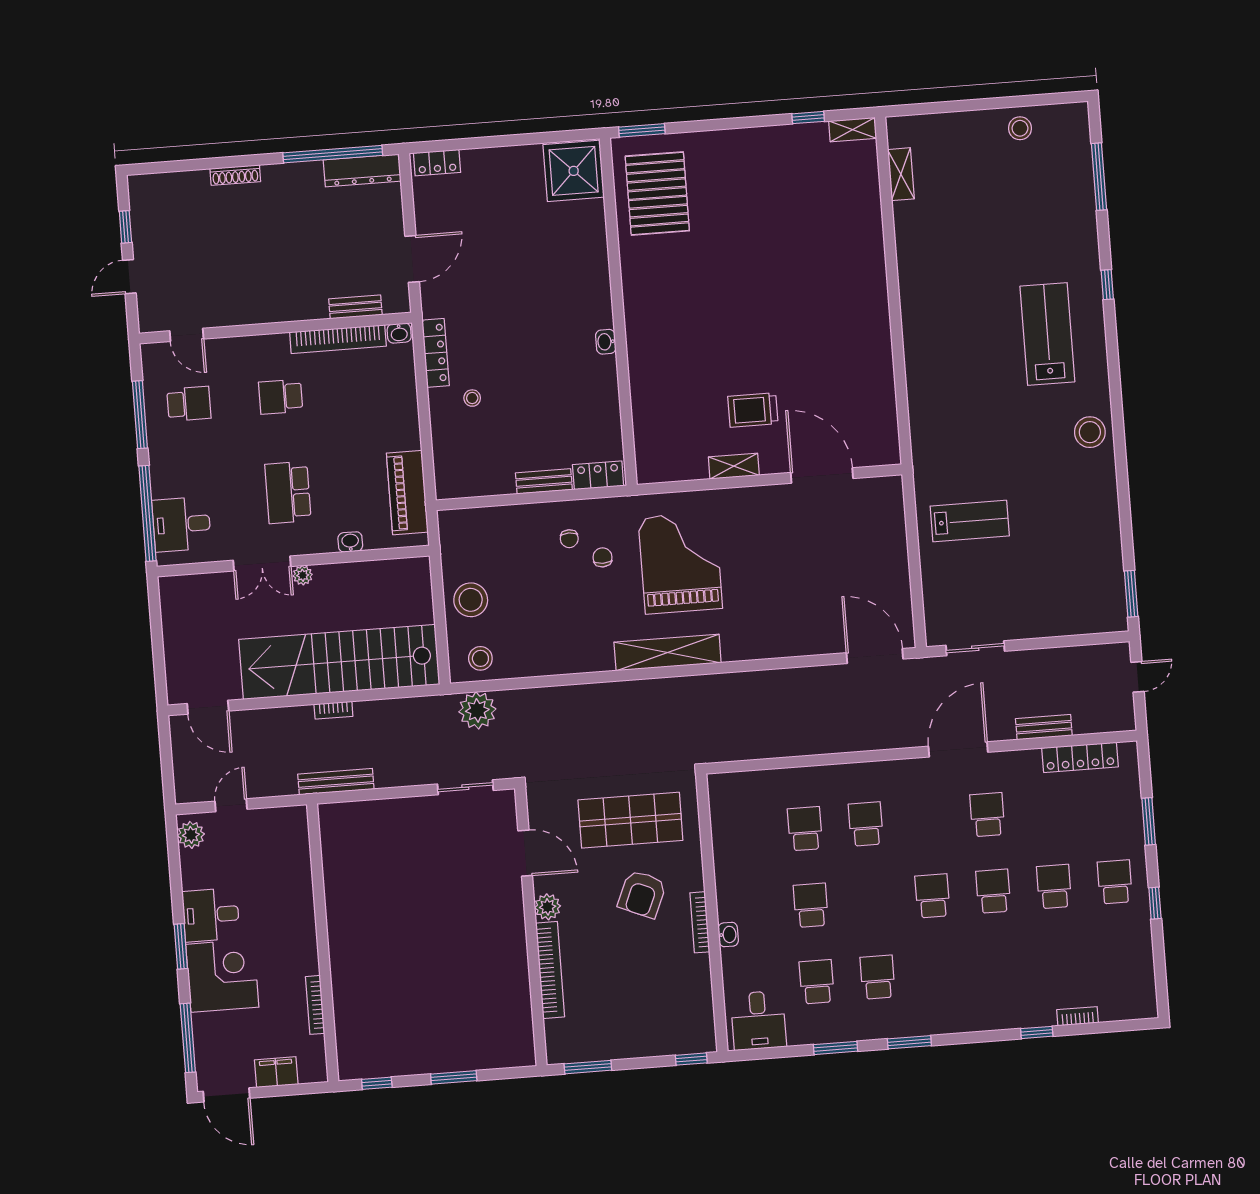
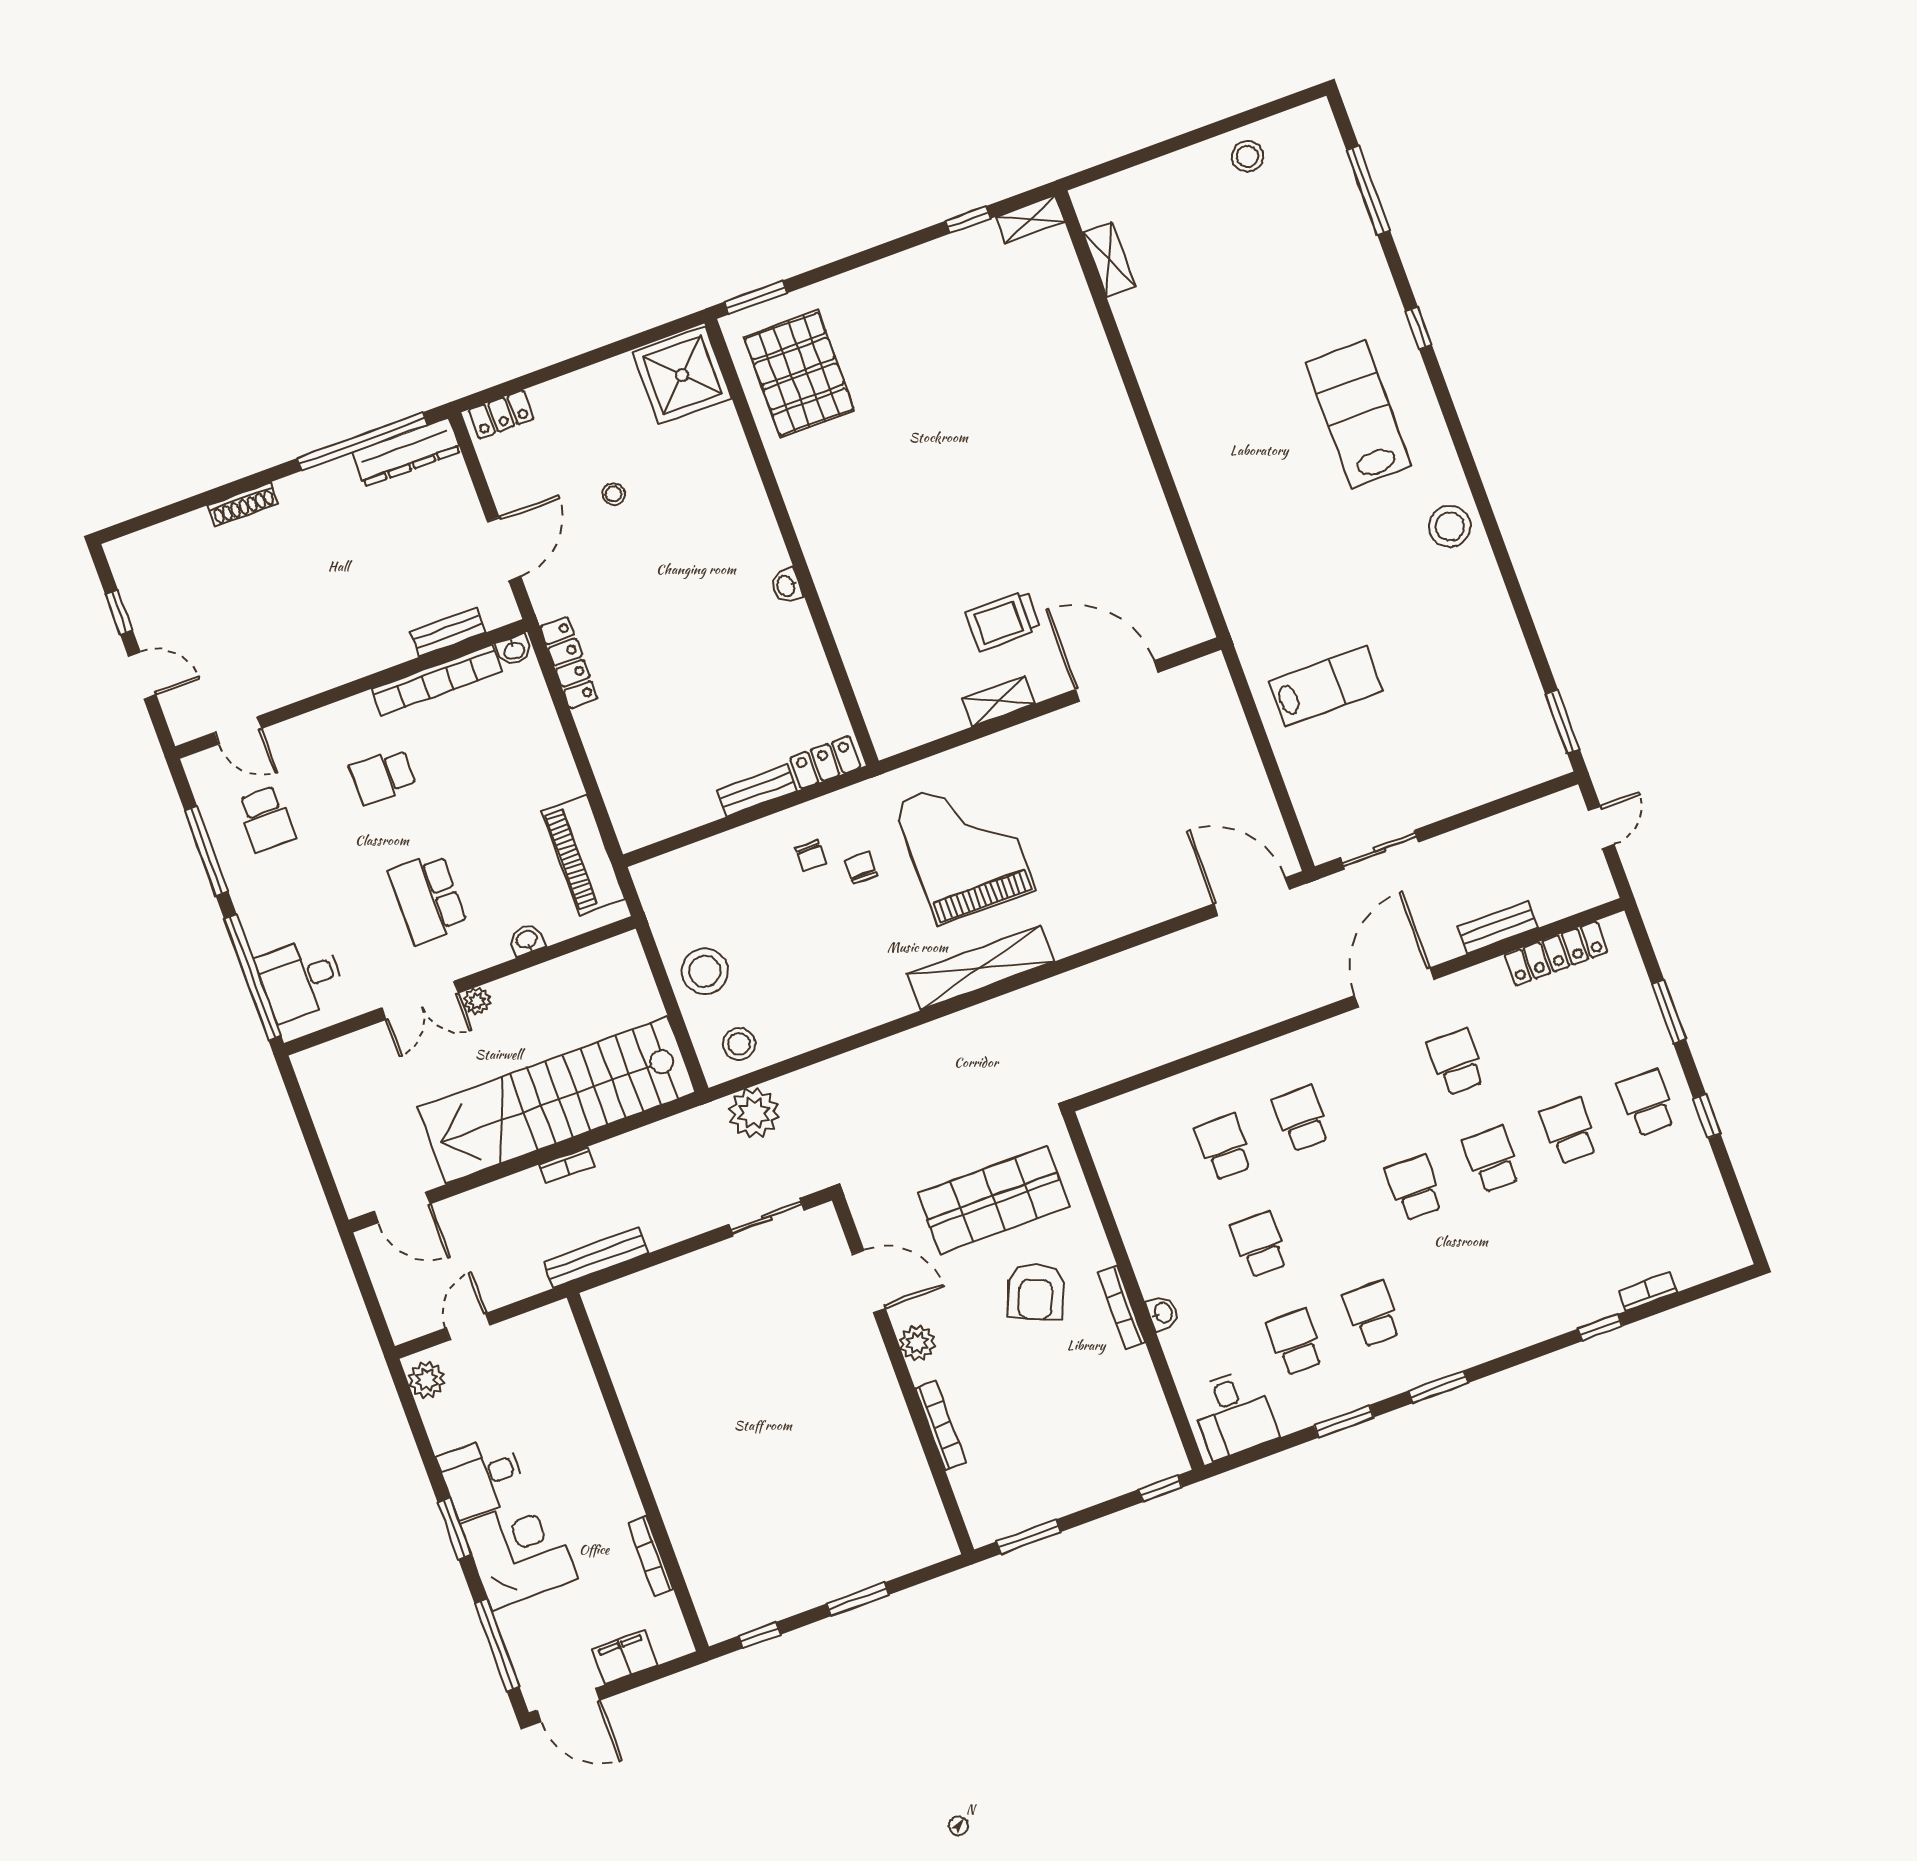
door: (129, 277) -> (142, 675), swing flipped
stool: (472, 398) -> (614, 494), moved
school desk: (189, 404) -> (266, 819), turned 90
bookcase: (550, 970) -> (940, 1425), width x0.68, depth x0.76

